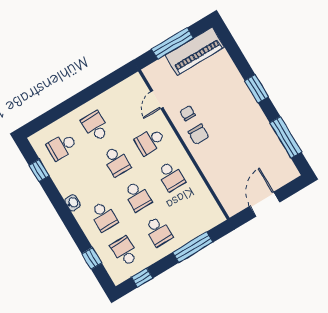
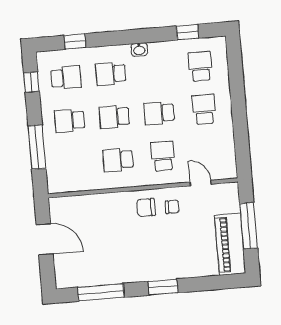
school desk: (95, 126) -> (204, 109), turned -90

